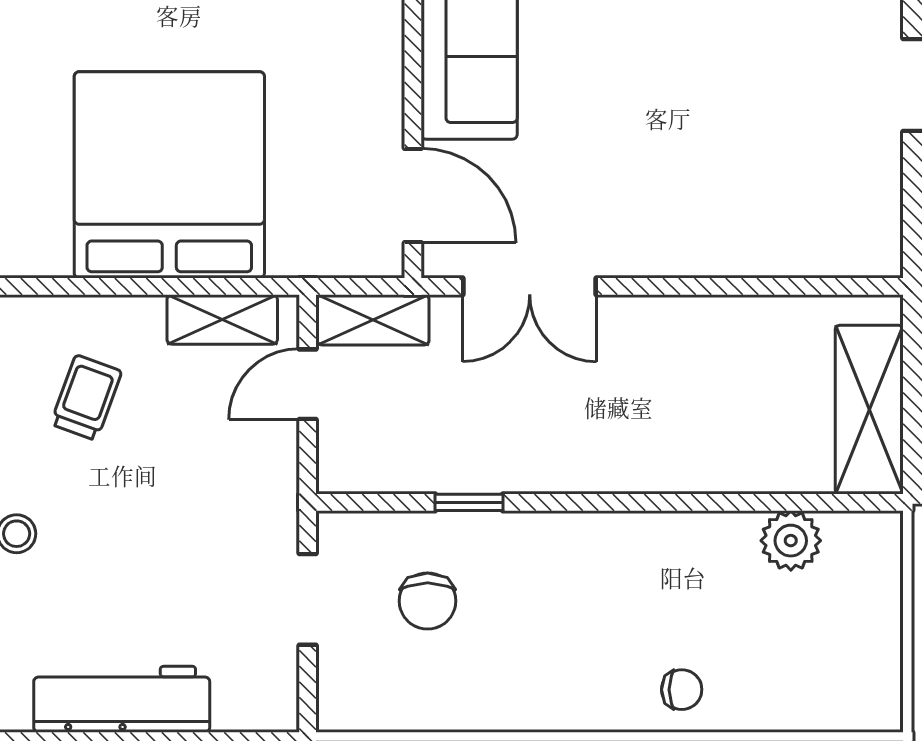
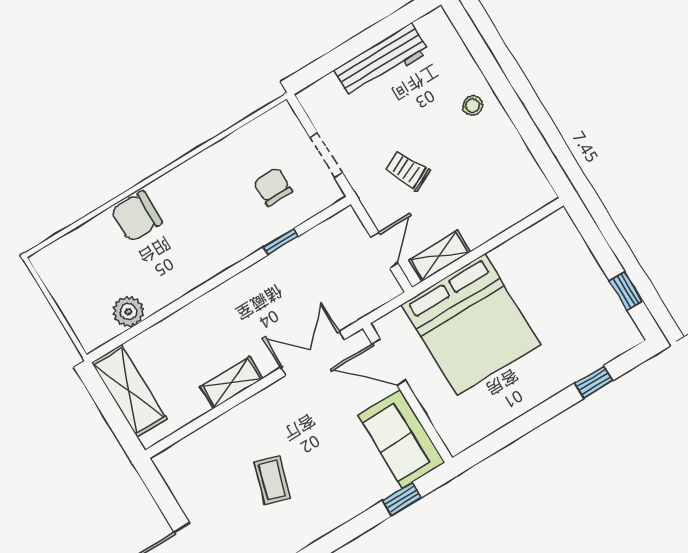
coffee table: (723, 119) -> (272, 480), added
bed: (169, 175) -> (471, 325), moved
shelving: (373, 320) -> (232, 383), moved
trolley: (86, 398) -> (408, 171), moved, turned 134
chair: (682, 690) -> (136, 216), width x1.87, depth x1.87

